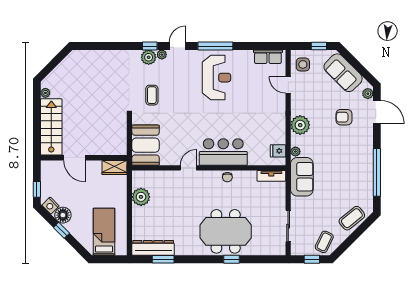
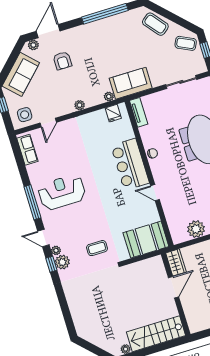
plant: (300, 125) -> (80, 105), width x0.53, depth x0.53
door: (74, 158) -> (174, 287), moved

